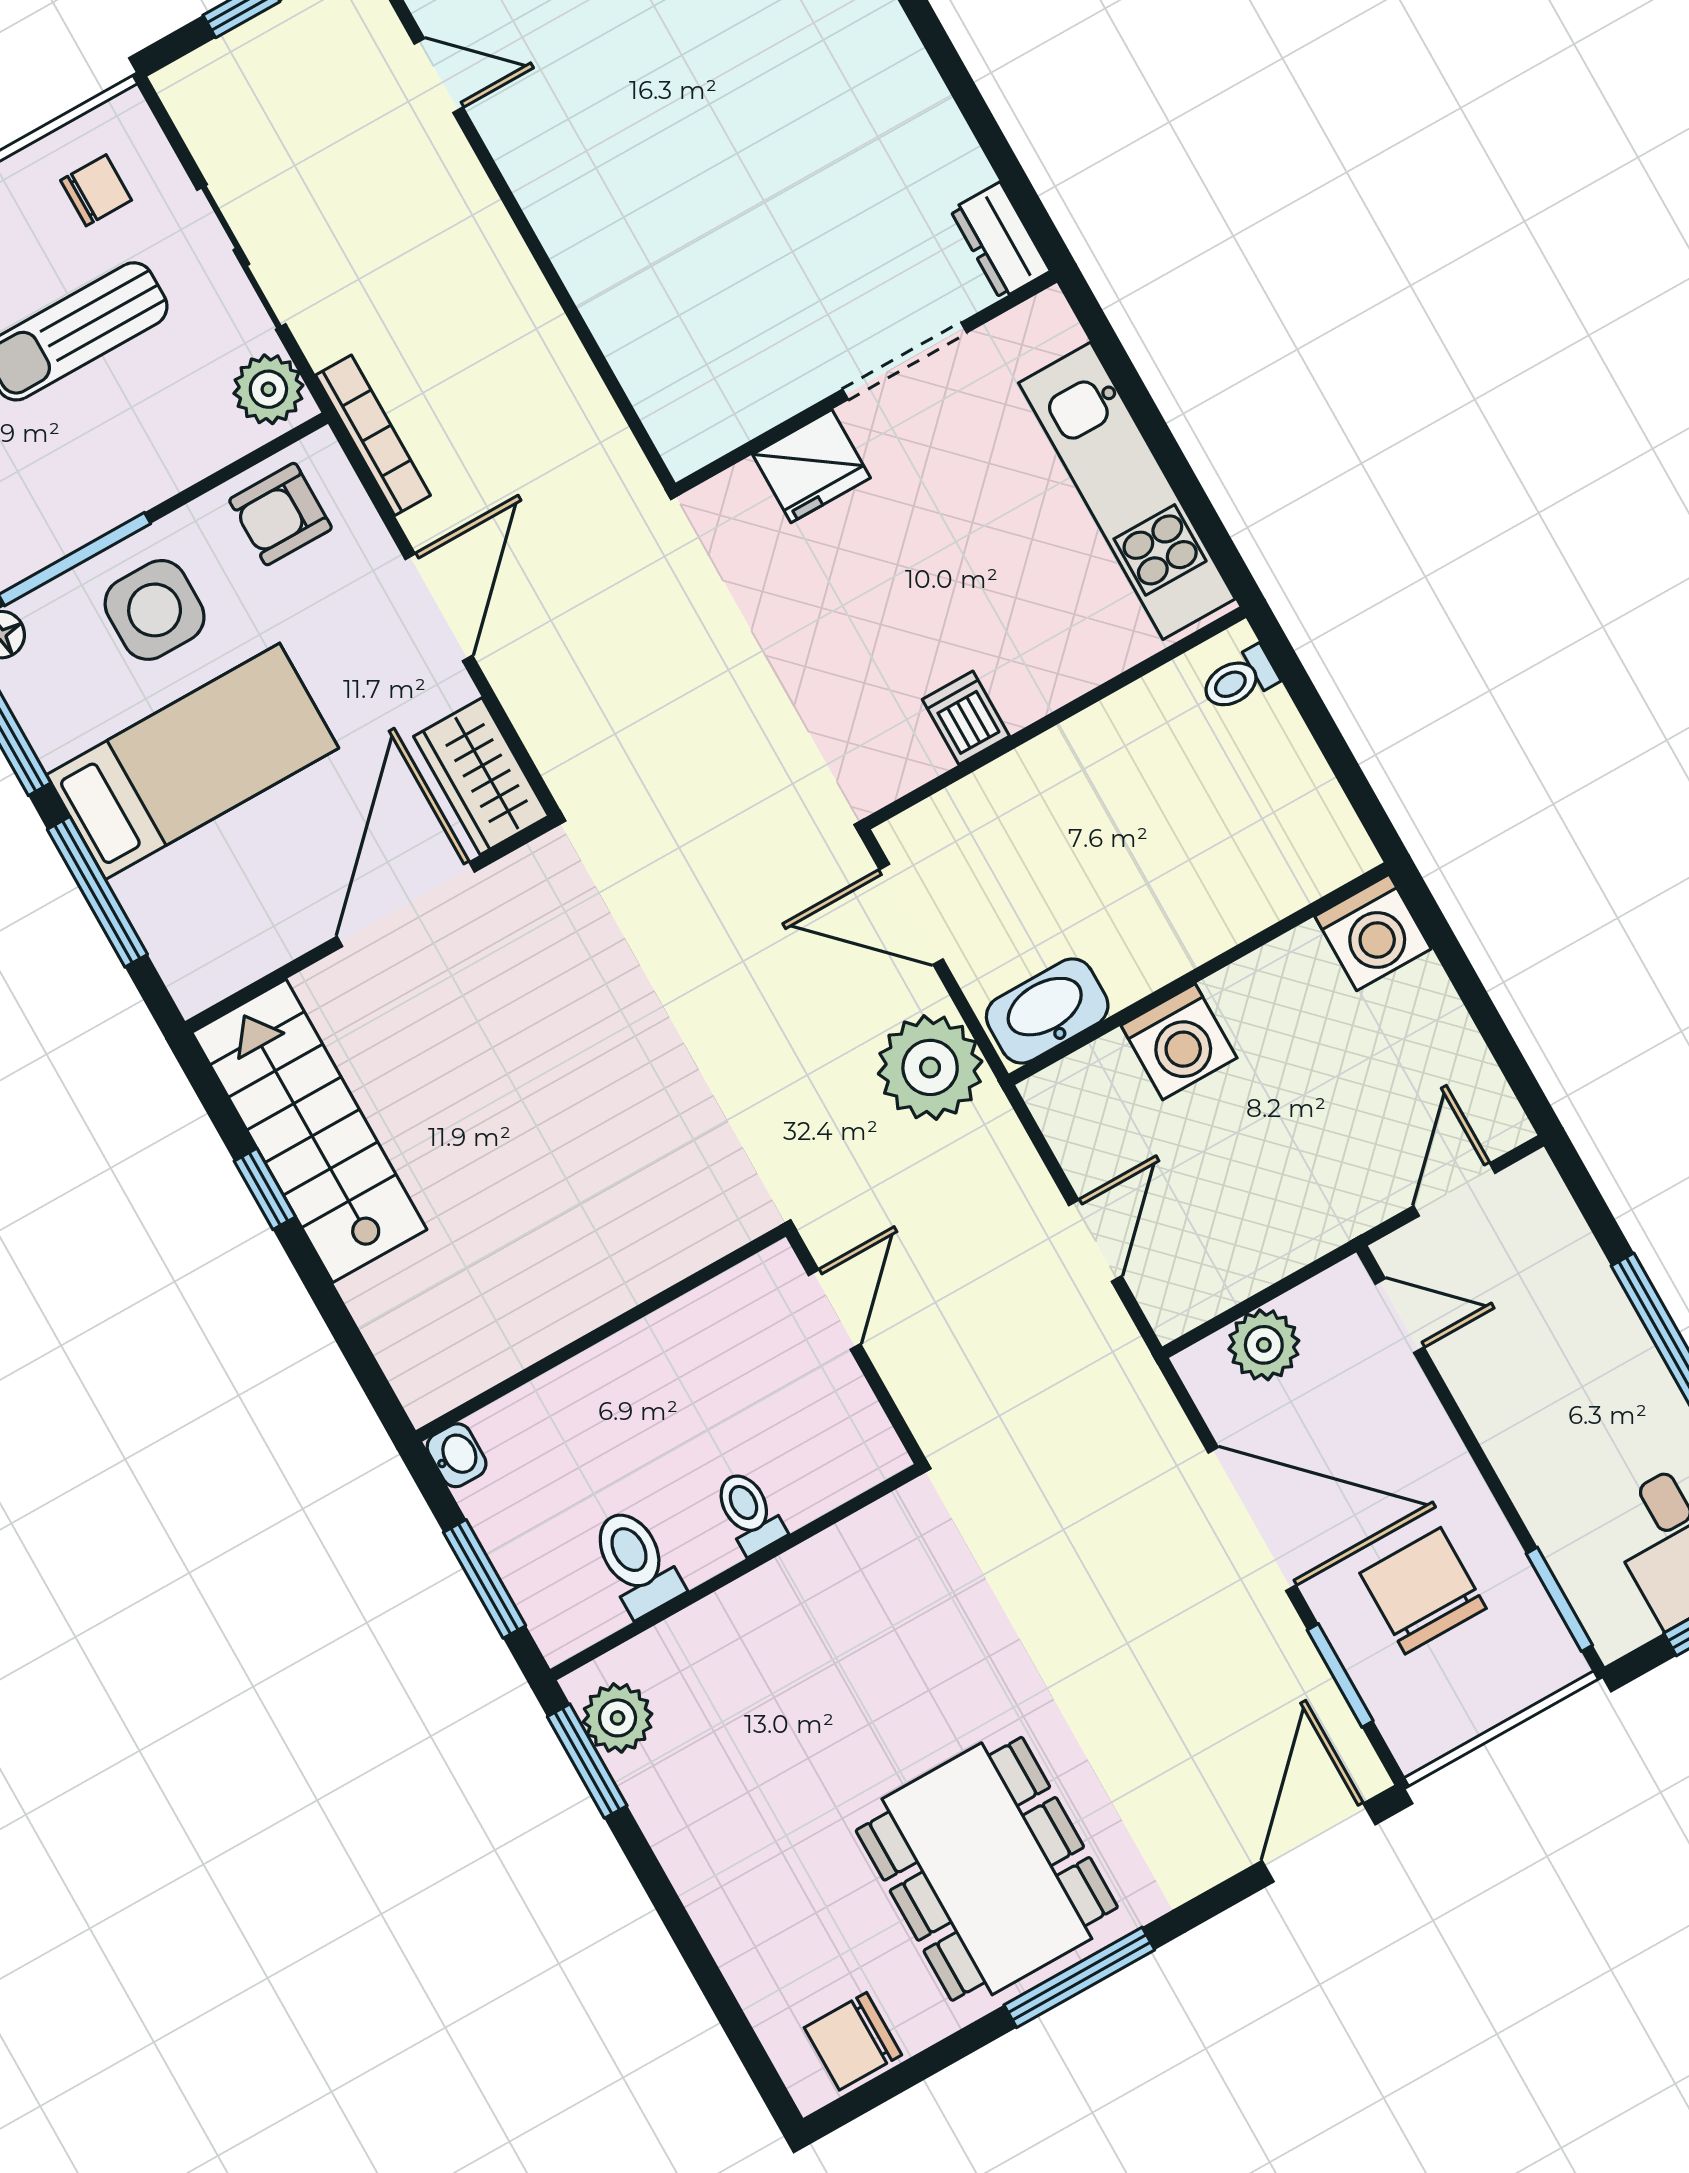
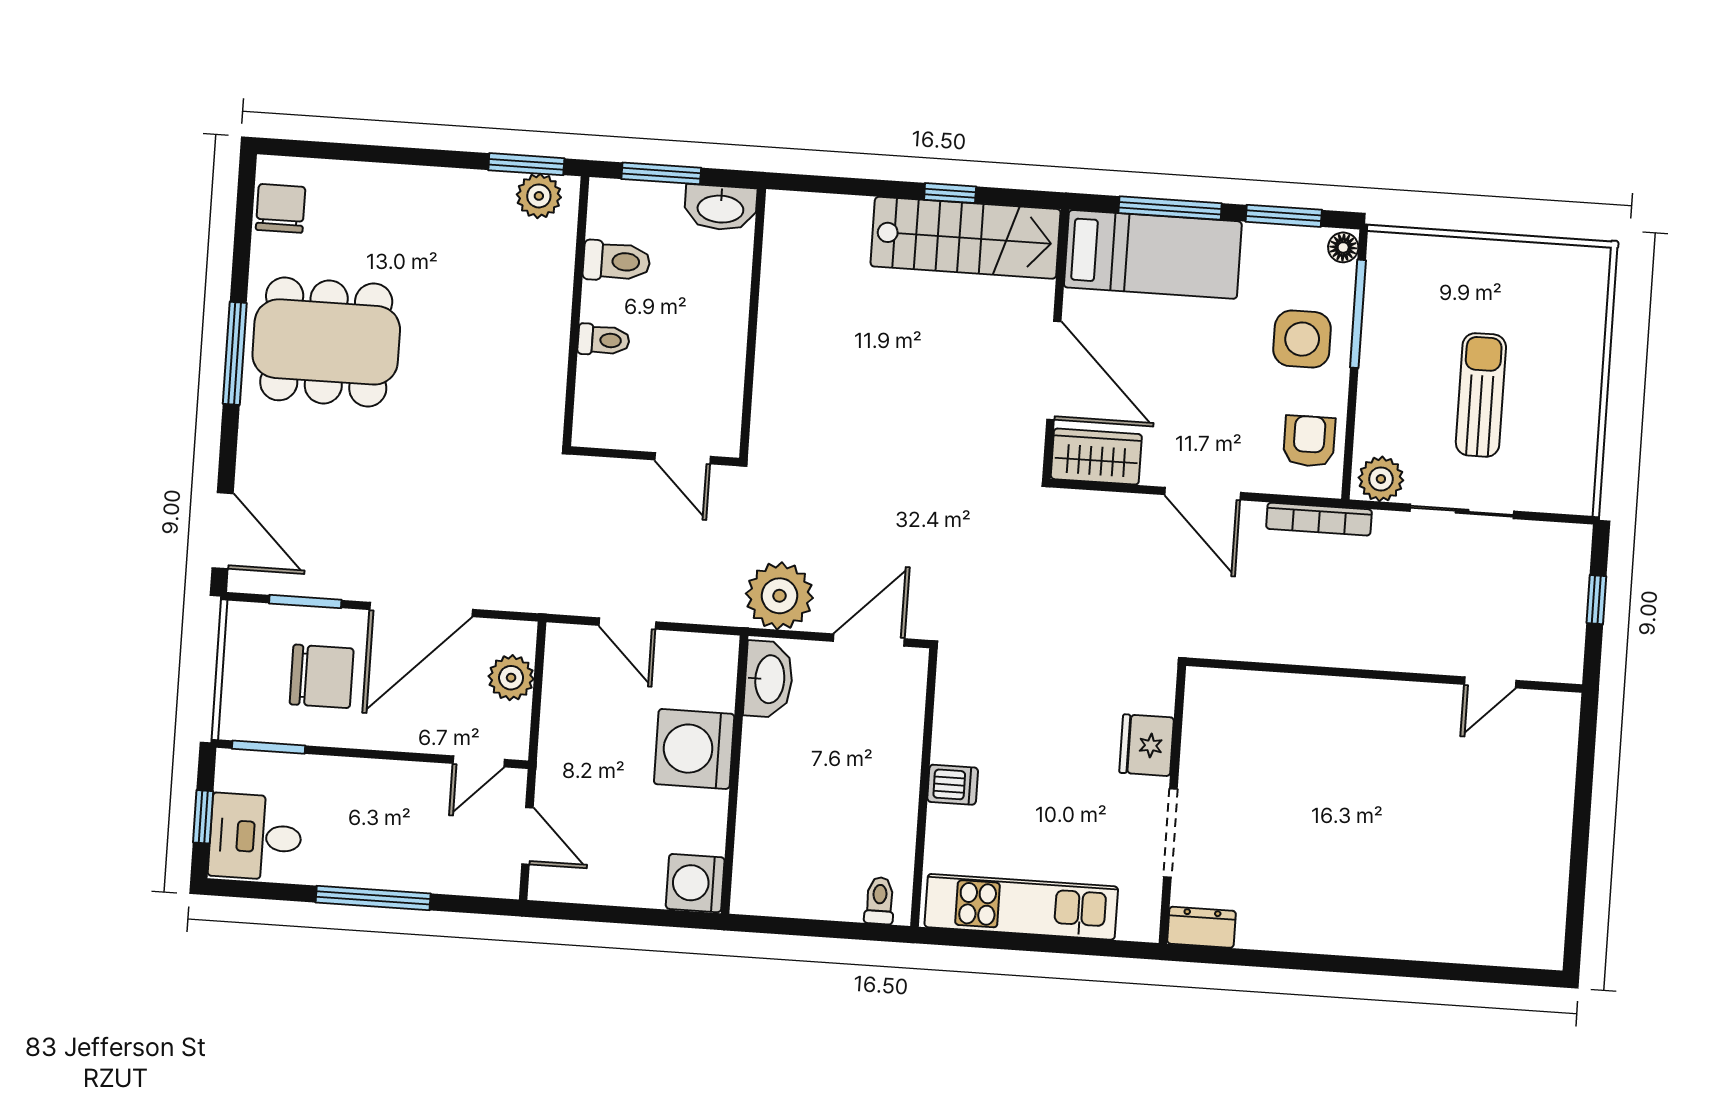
chair: (96, 190) -> (1550, 456), removed
dishwasher: (966, 718) -> (953, 785), moved
bed: (193, 761) -> (1153, 254), moved, turned -90
washing machine: (1179, 1042) -> (694, 749), width x1.37, depth x1.37
washbasin: (457, 1455) -> (721, 208), width x1.91, depth x1.45

